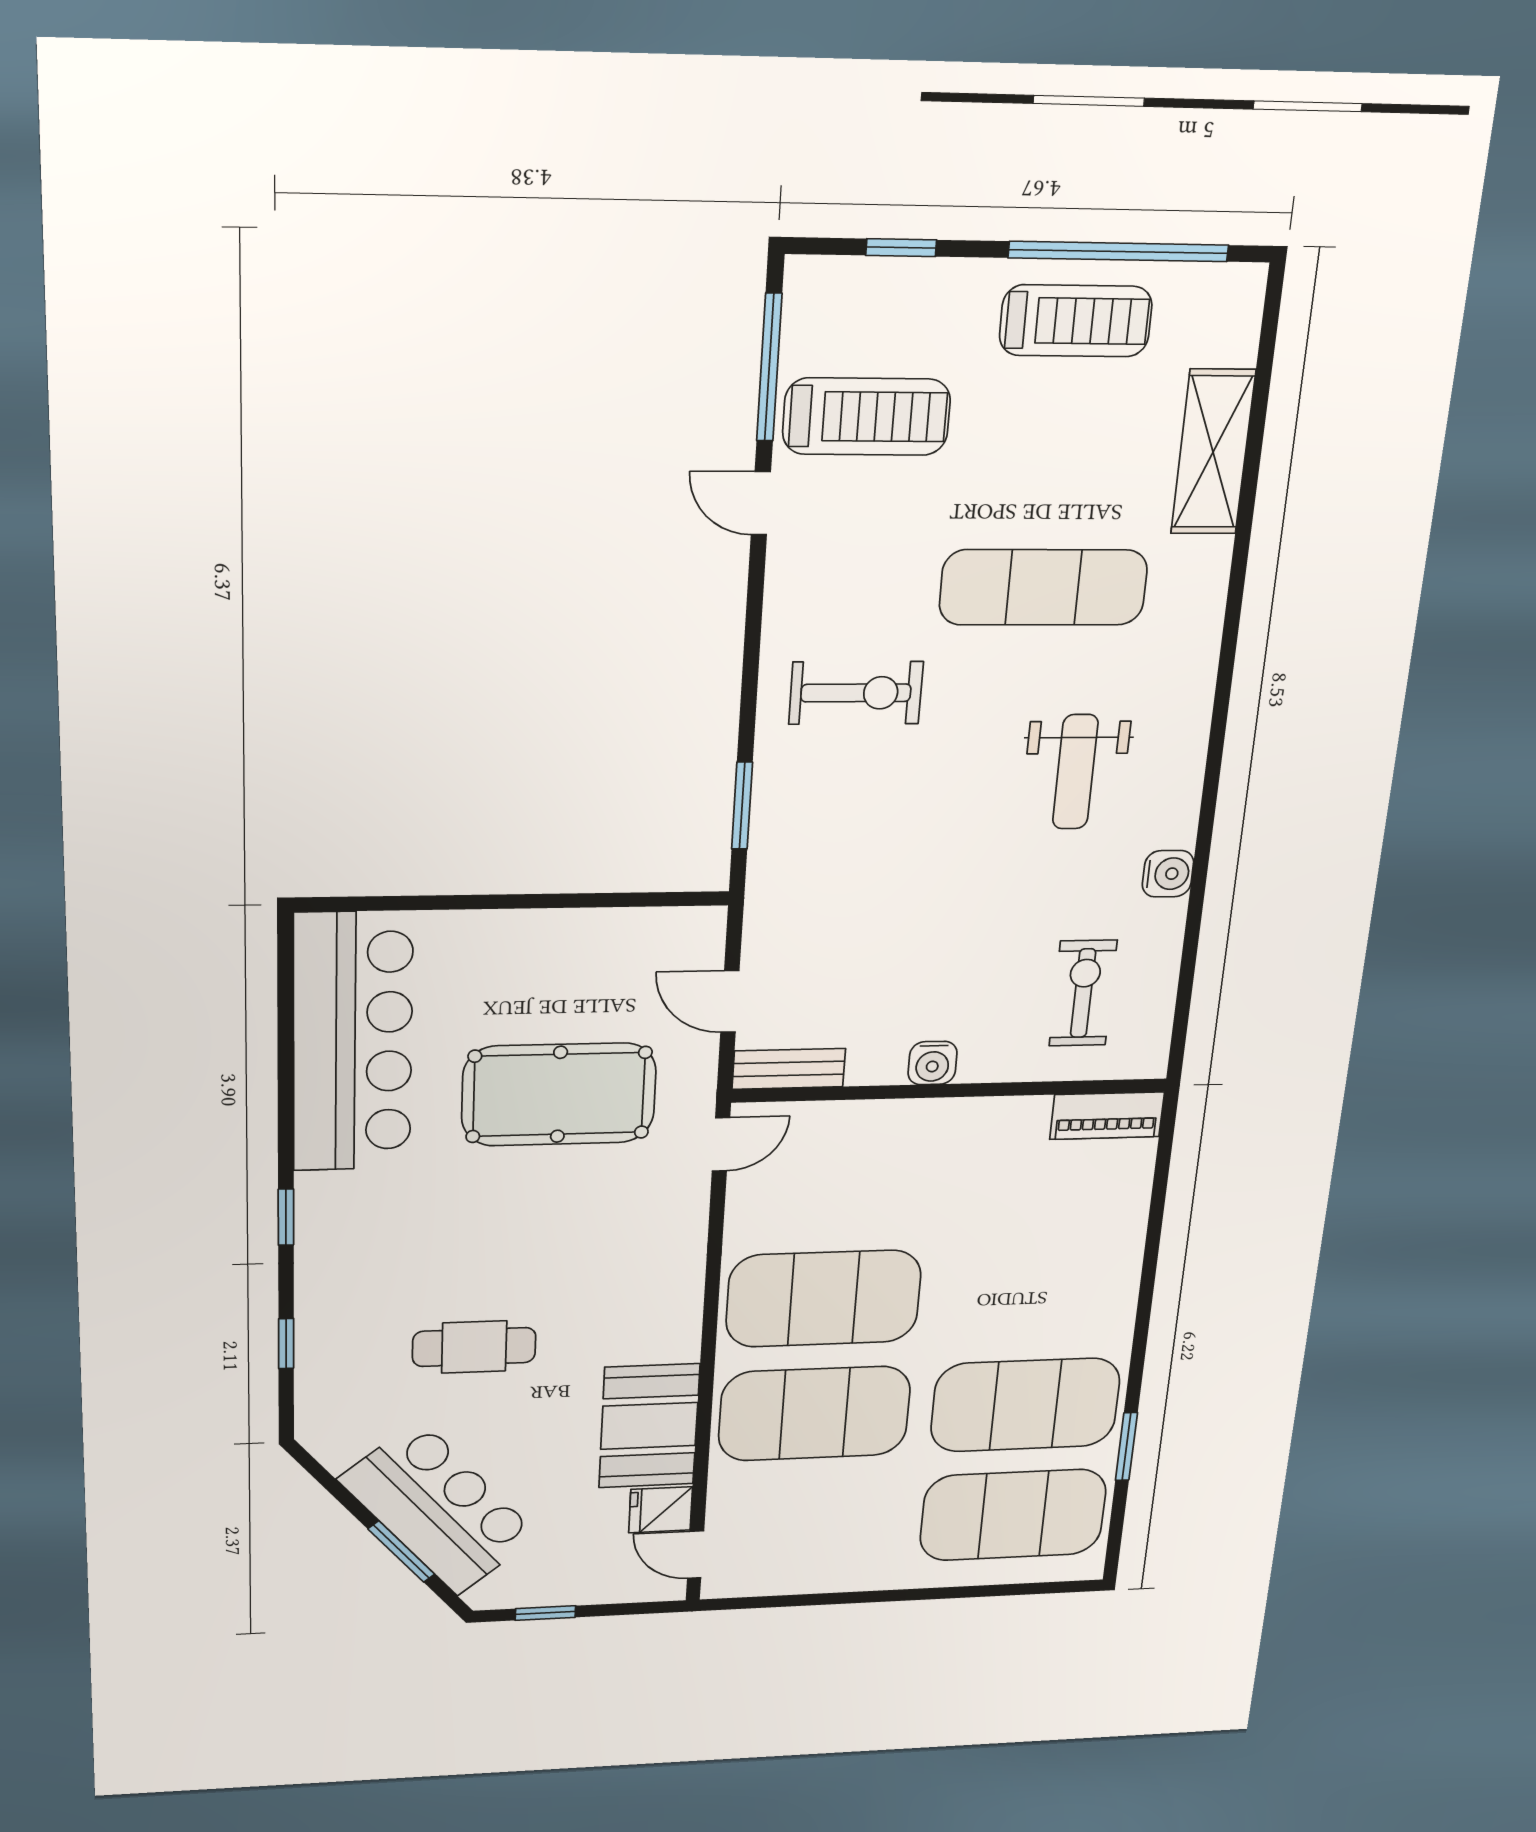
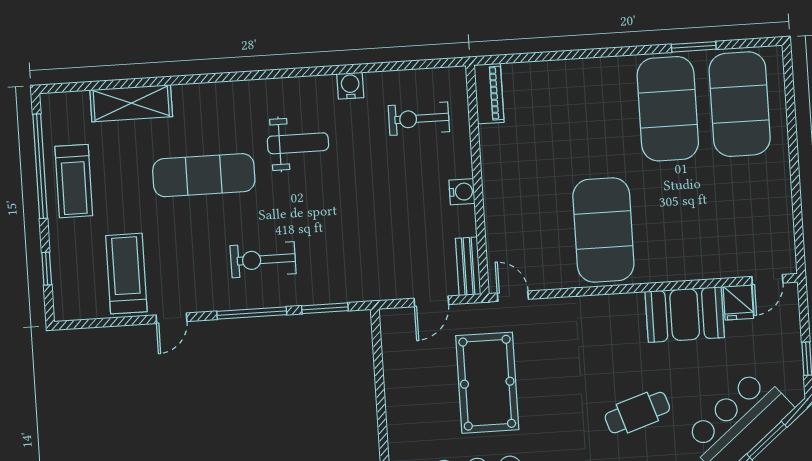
treadmill: (1076, 321) -> (74, 181), turned 180
window: (769, 368) -> (252, 313), moved
exercise mat: (1044, 587) -> (204, 175), turned 90
exercise bike: (856, 693) -> (263, 260), turned -90
cafe table: (474, 1347) -> (637, 413), turned 72
exercise mat: (814, 1414) -> (675, 225), removed

